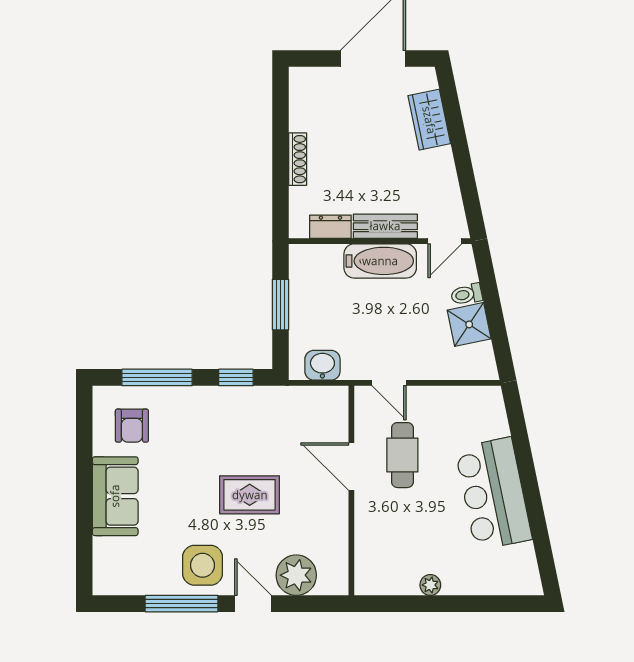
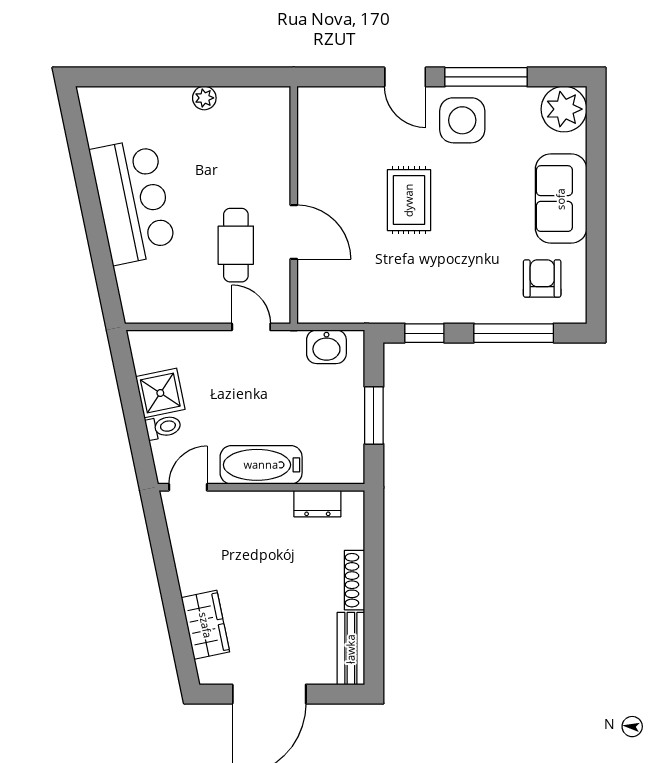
bench: (385, 226) -> (351, 649), moved, turned 90
rug: (250, 495) -> (409, 200), turned 90
plant: (296, 575) -> (564, 109), moved

